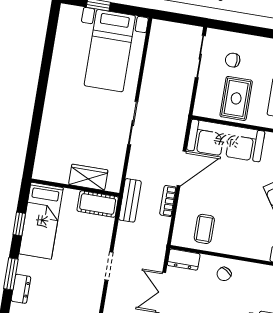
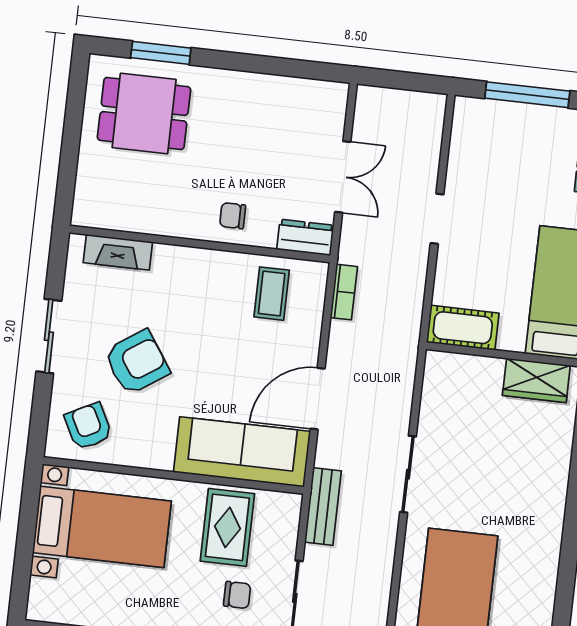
wardrobe: (88, 177) -> (536, 380), moved
bench: (130, 200) -> (323, 506), moved
bookcase: (168, 201) -> (344, 292), moved
chair: (224, 274) -> (233, 216), turned -124

